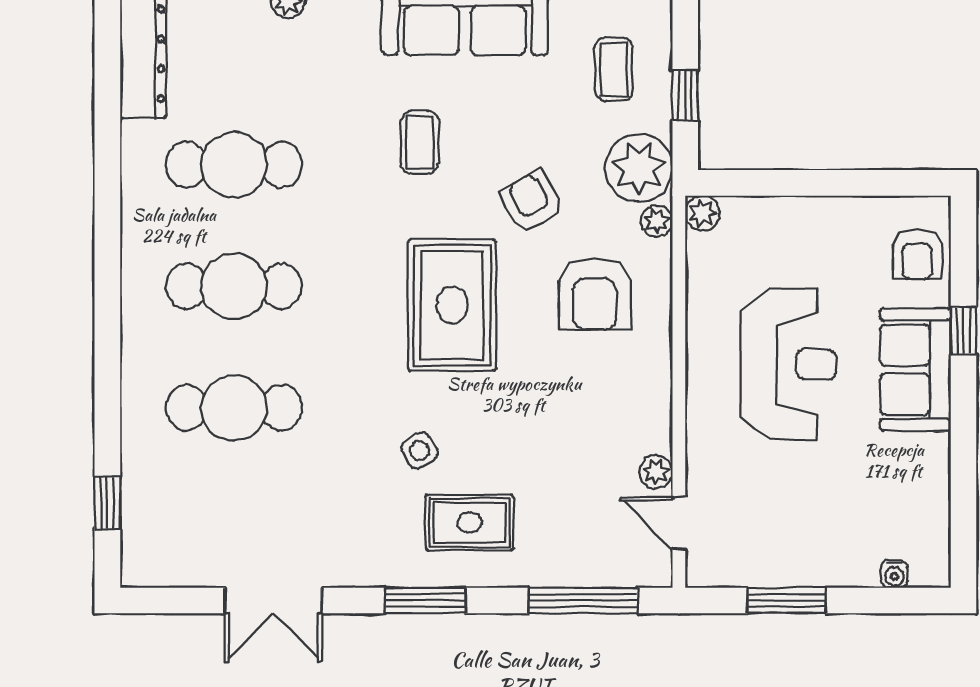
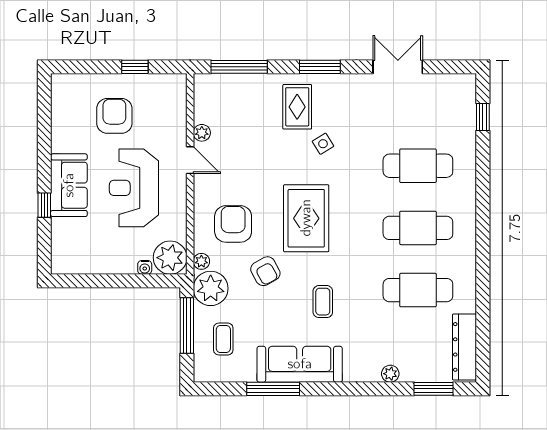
window: (685, 95) -> (187, 326), width x2.17
plant: (703, 213) -> (170, 258), width x1.88, depth x1.88
armchair: (917, 254) -> (114, 116), moved, width x1.38, depth x1.38
rug: (470, 523) -> (297, 107), turned 90
door: (679, 523) -> (190, 160), moved
water cooler: (894, 574) -> (145, 267), moved, turned 180
window: (787, 600) -> (135, 67), width x0.67

